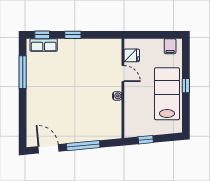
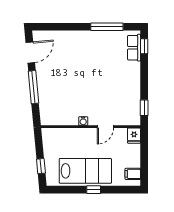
window: (73, 35) -> (144, 108), moved
fridge: (132, 55) -> (134, 136), moved
window: (146, 140) -> (41, 166), moved

